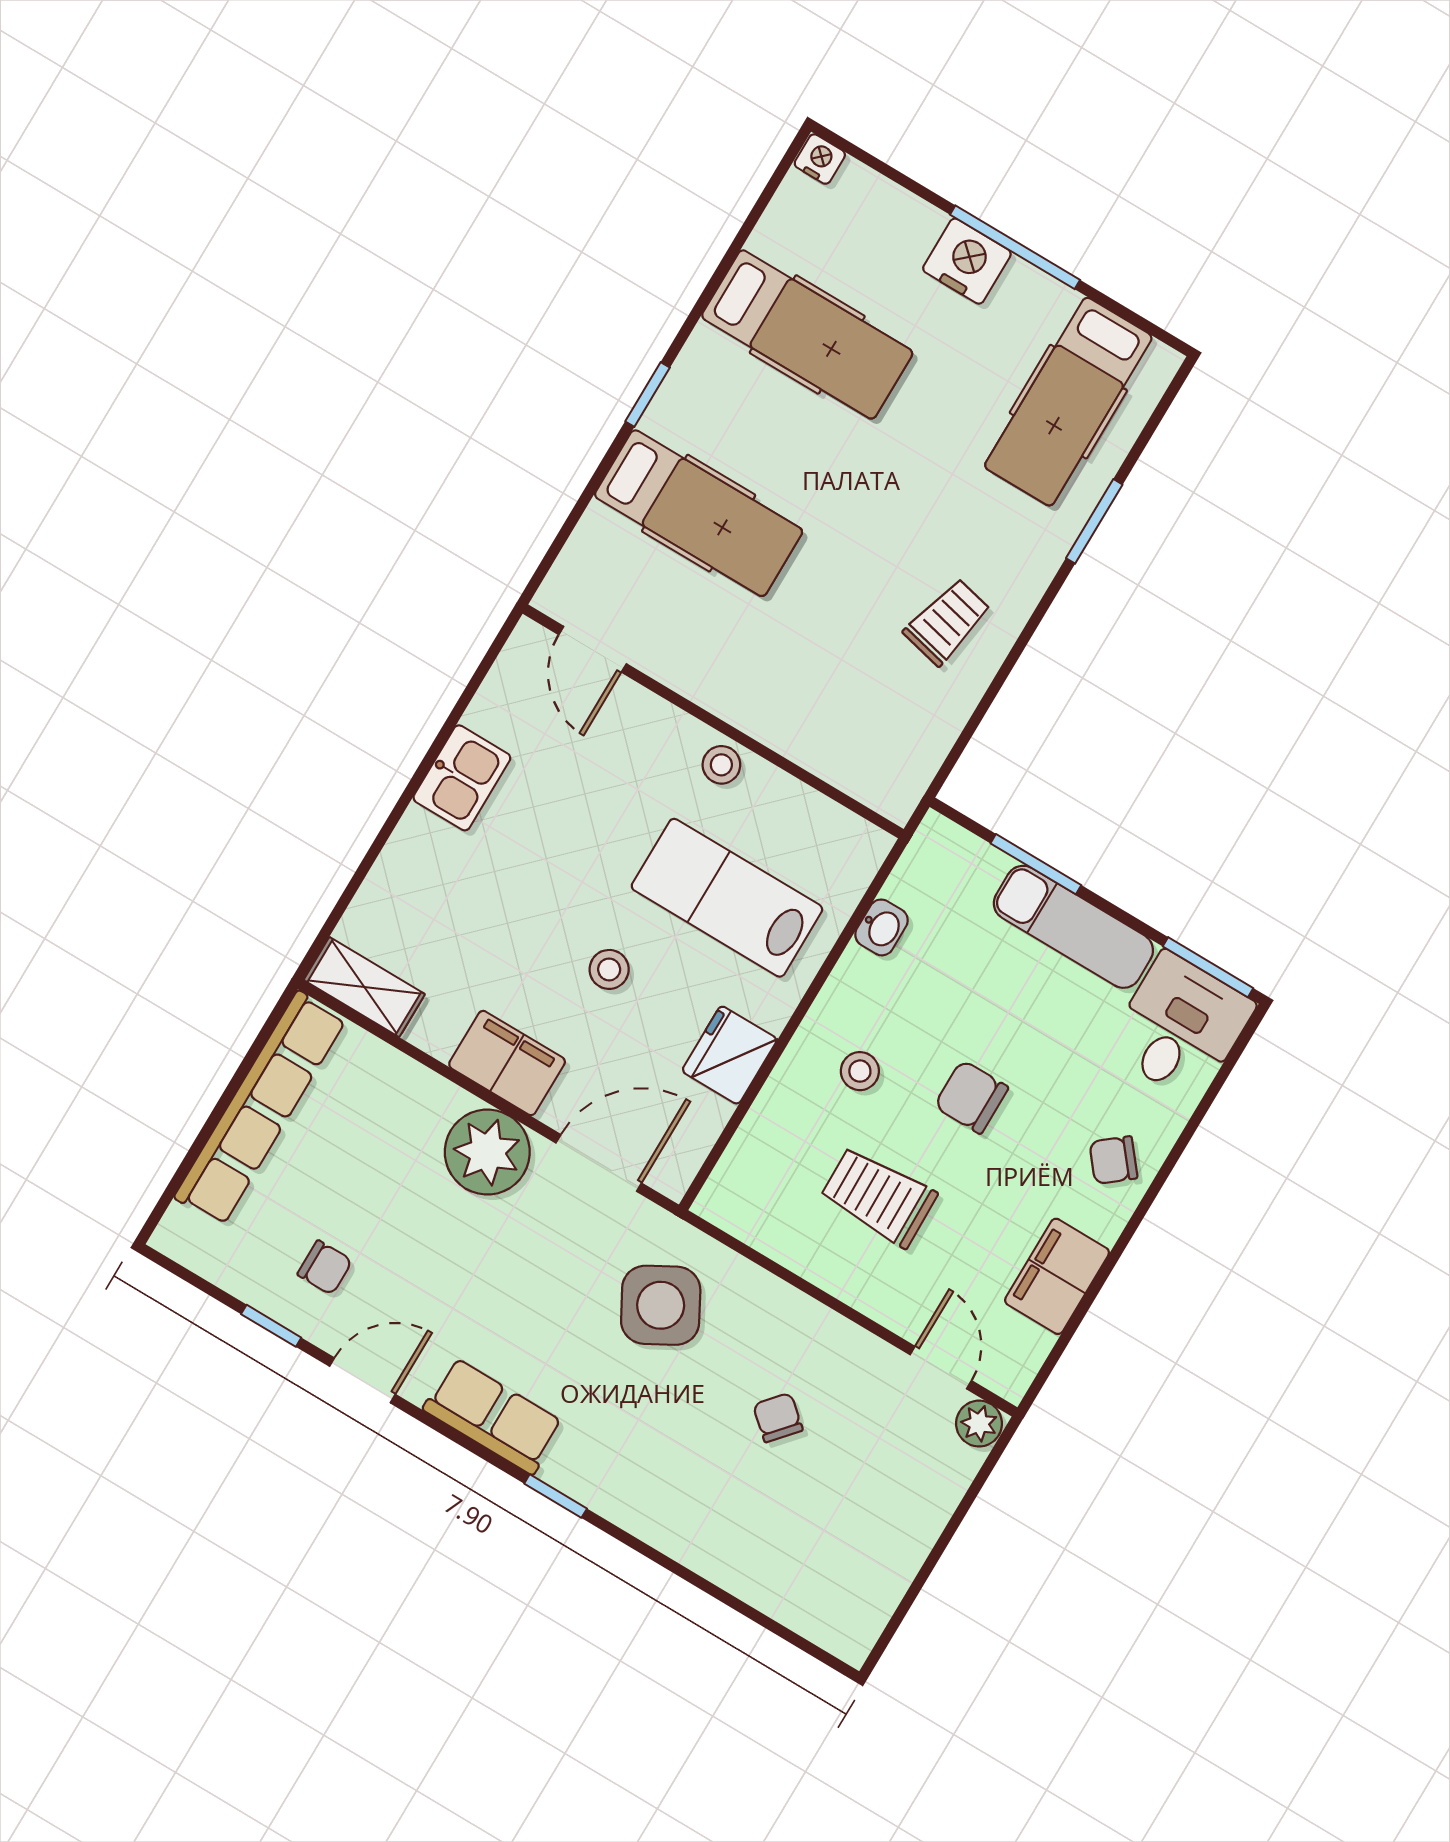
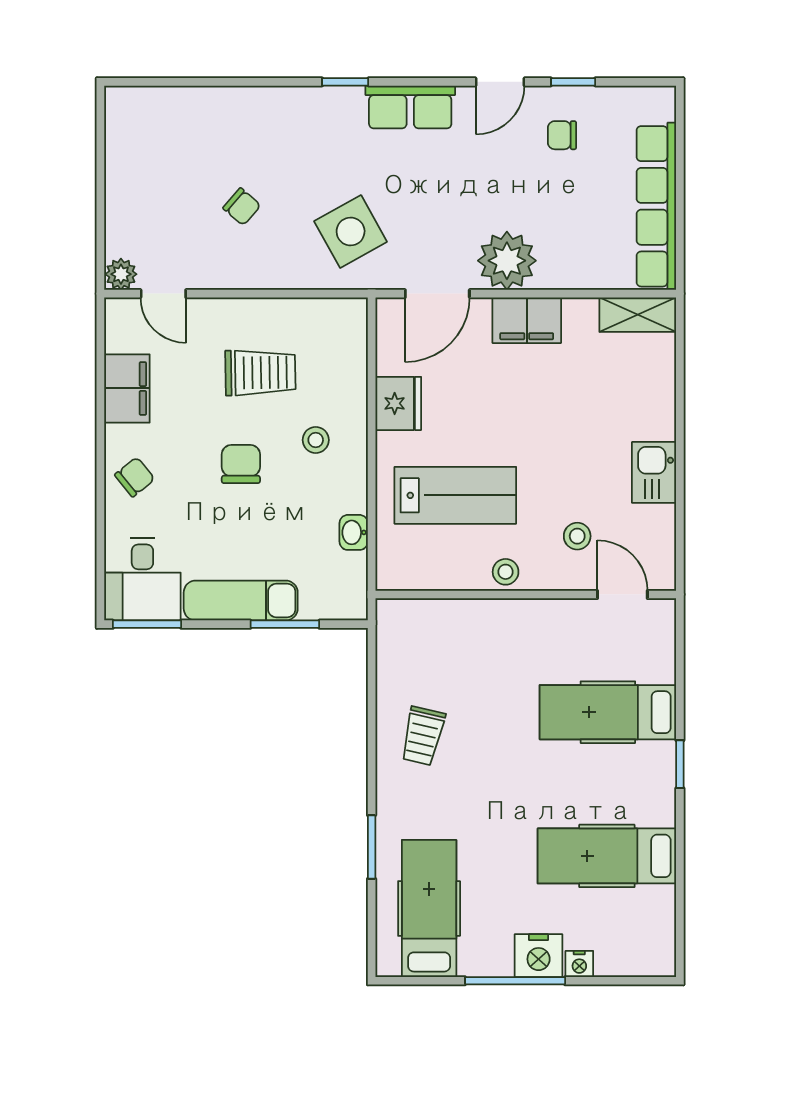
nightstand: (820, 159) -> (579, 964), moved
stool: (609, 969) -> (577, 536), moved
chair: (971, 1097) -> (241, 464), turned -90

